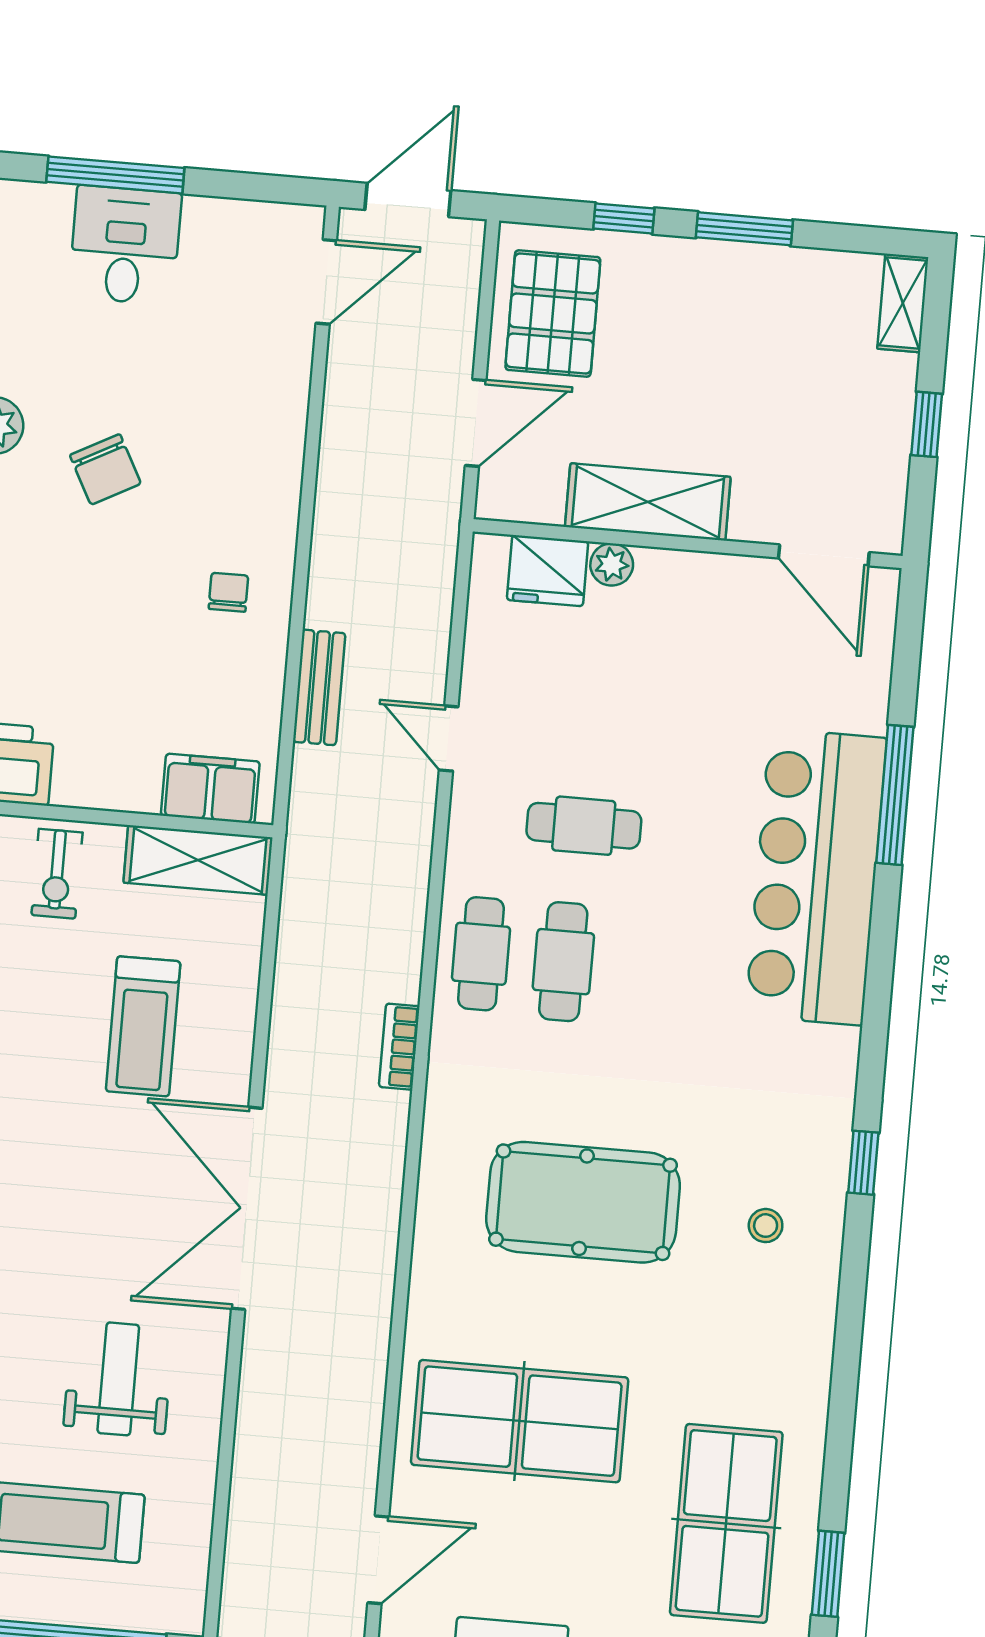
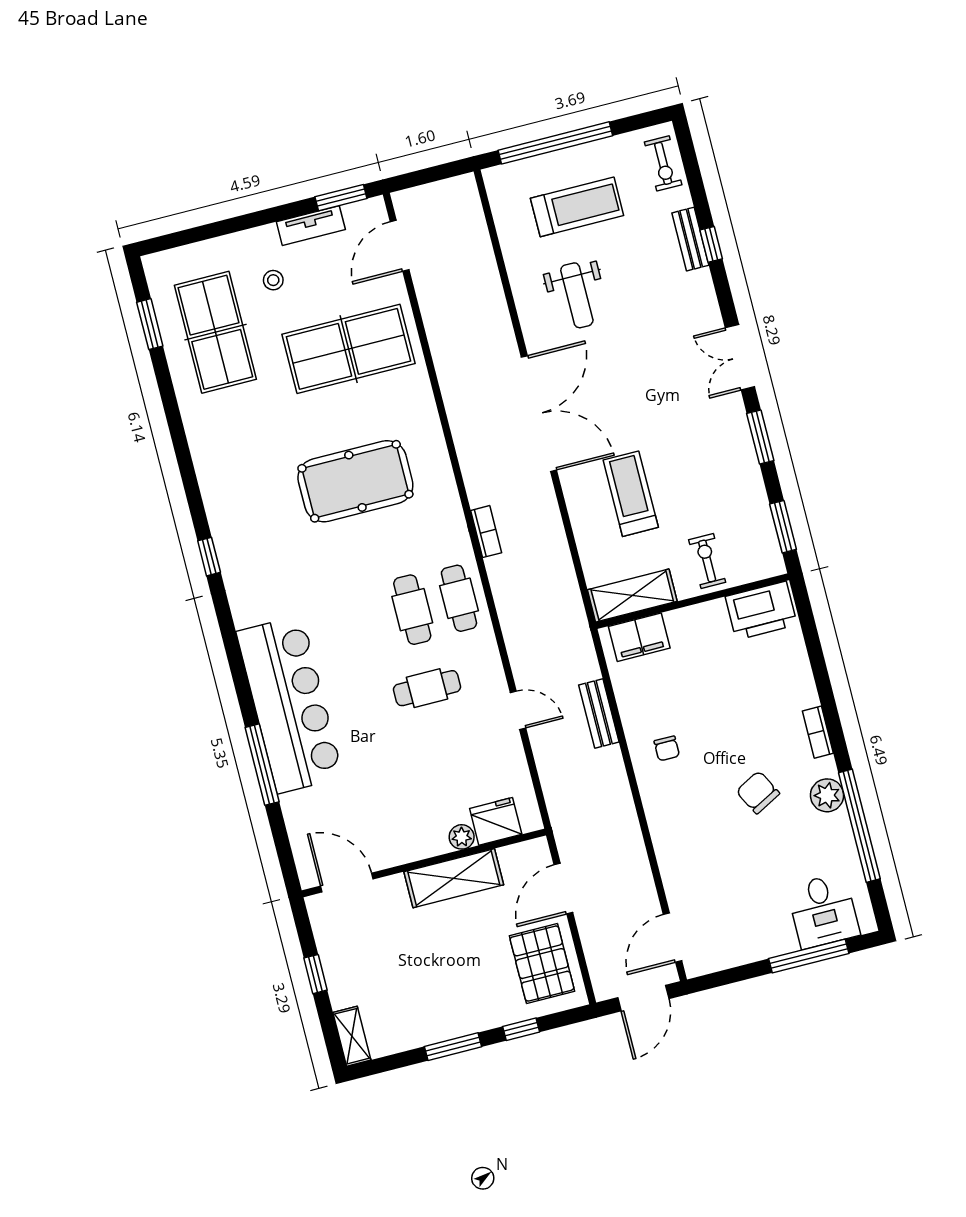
desk: (125, 245) -> (823, 911), moved
stool: (766, 1226) -> (273, 280), moved

